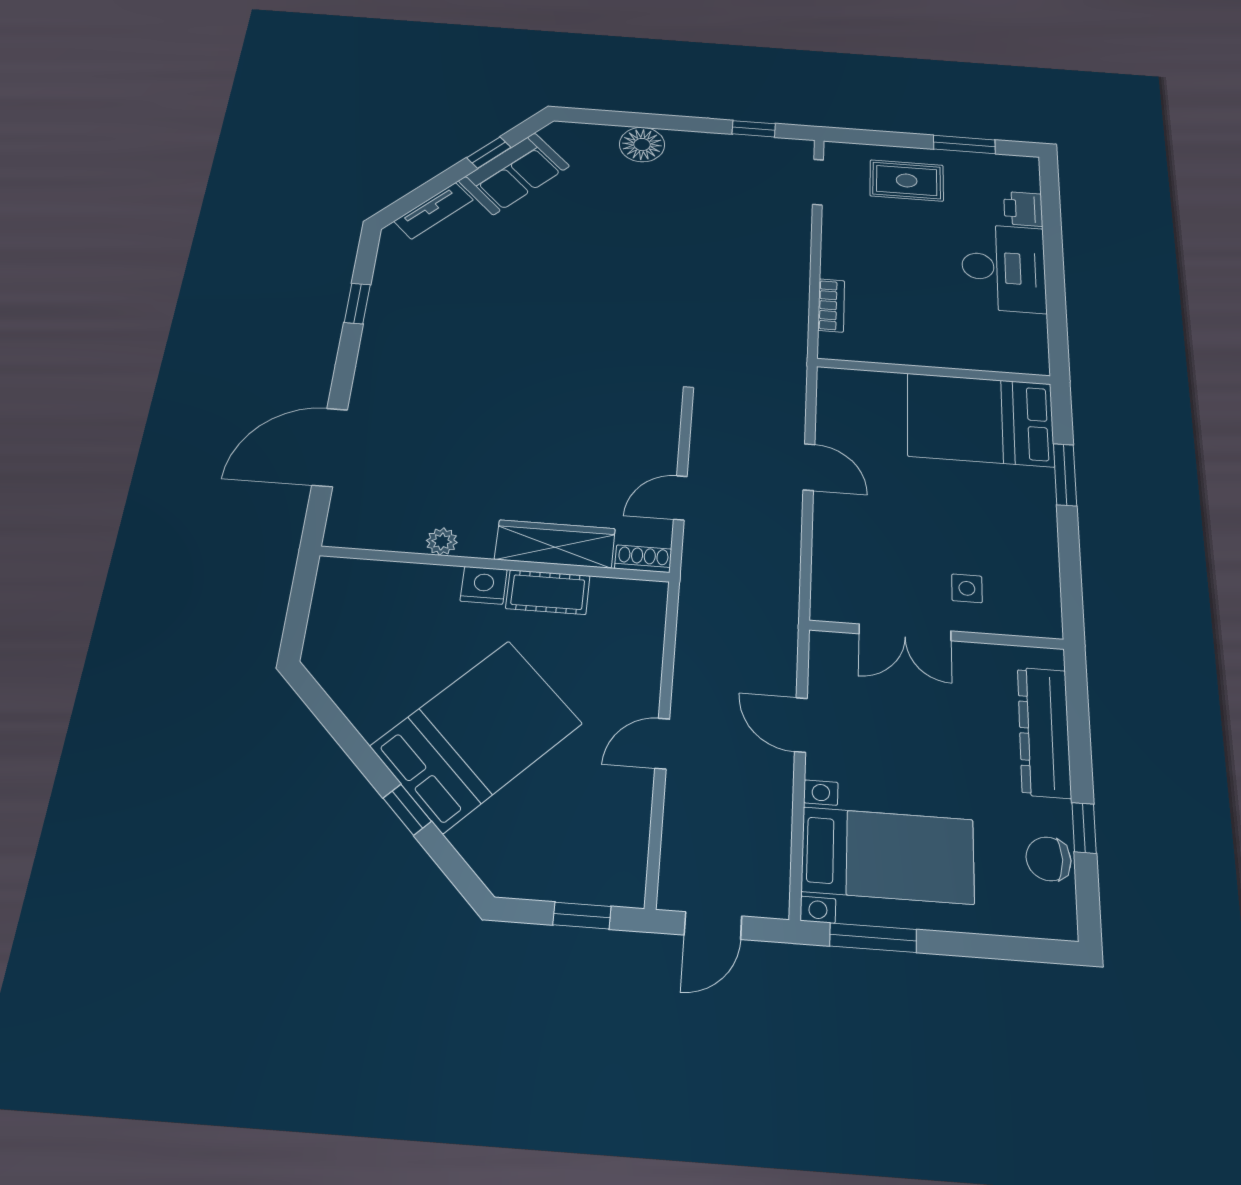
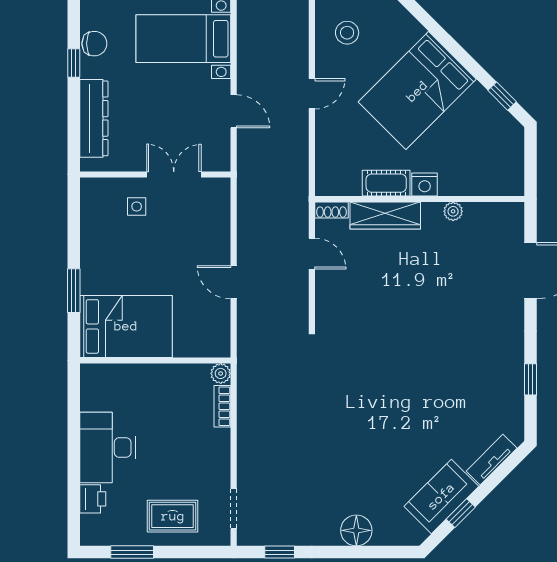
plant: (833, 347) -> (221, 373), added
door: (680, 498) -> (312, 254), hinge flipped
window: (407, 810) -> (502, 96), moved
stool: (591, 843) -> (347, 33), added

